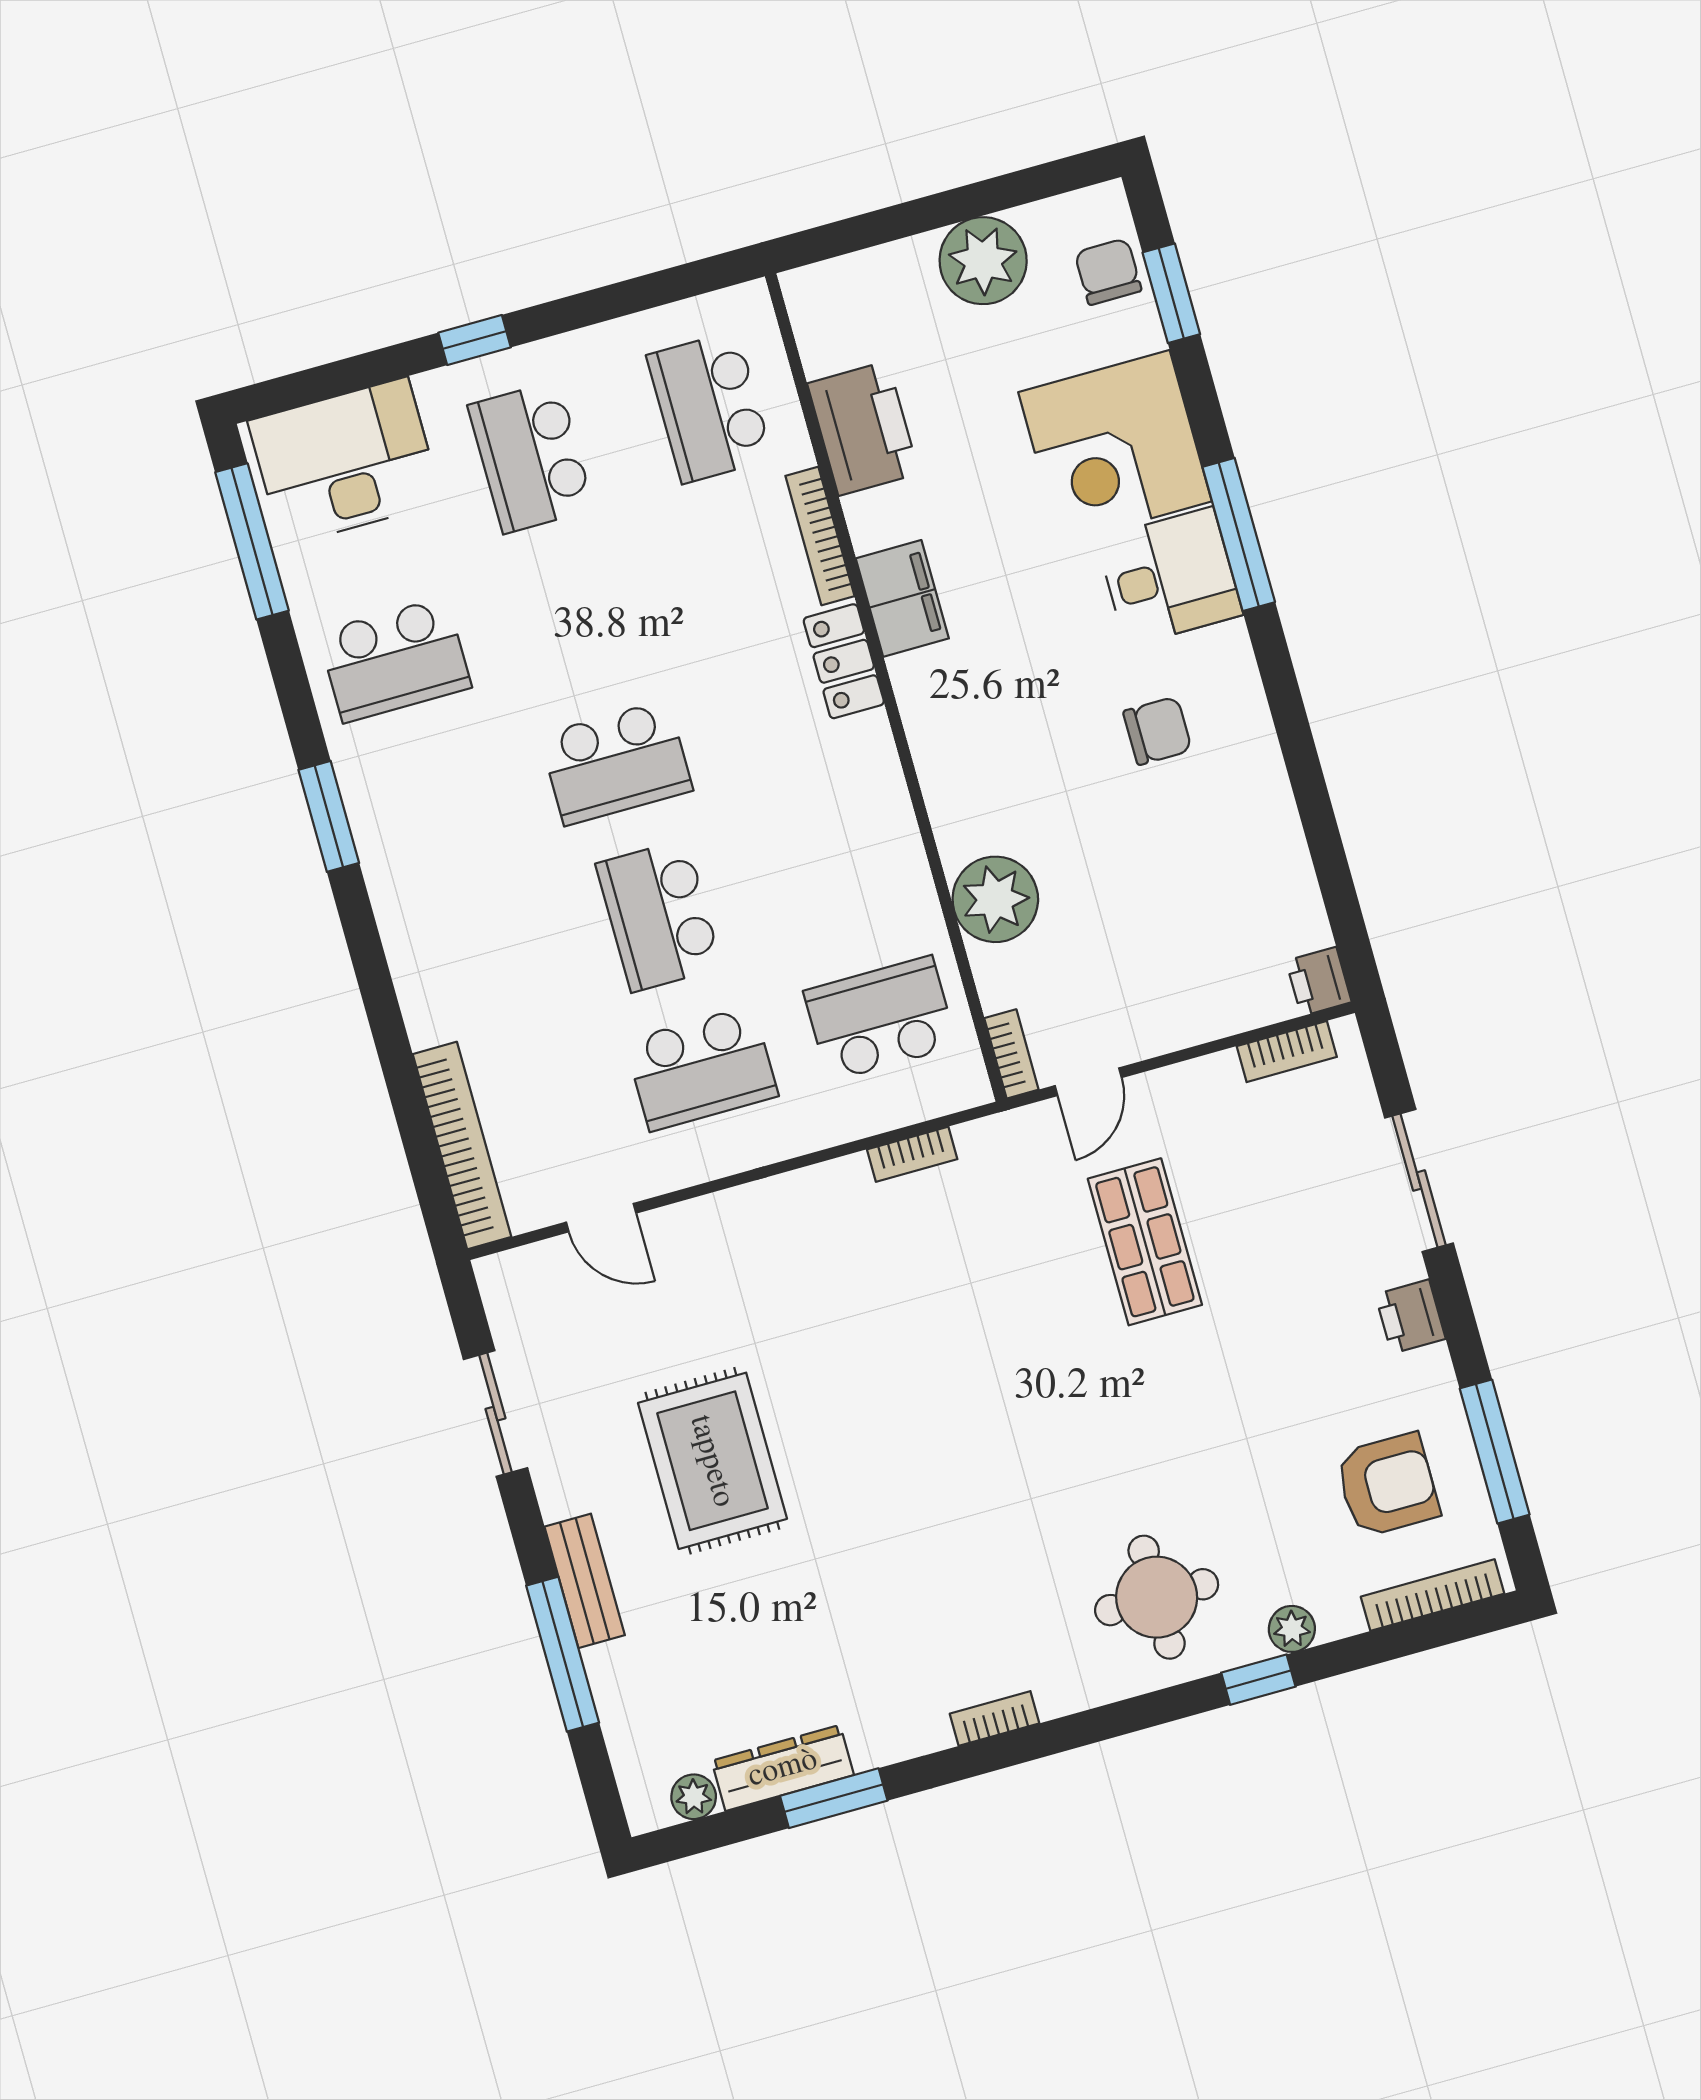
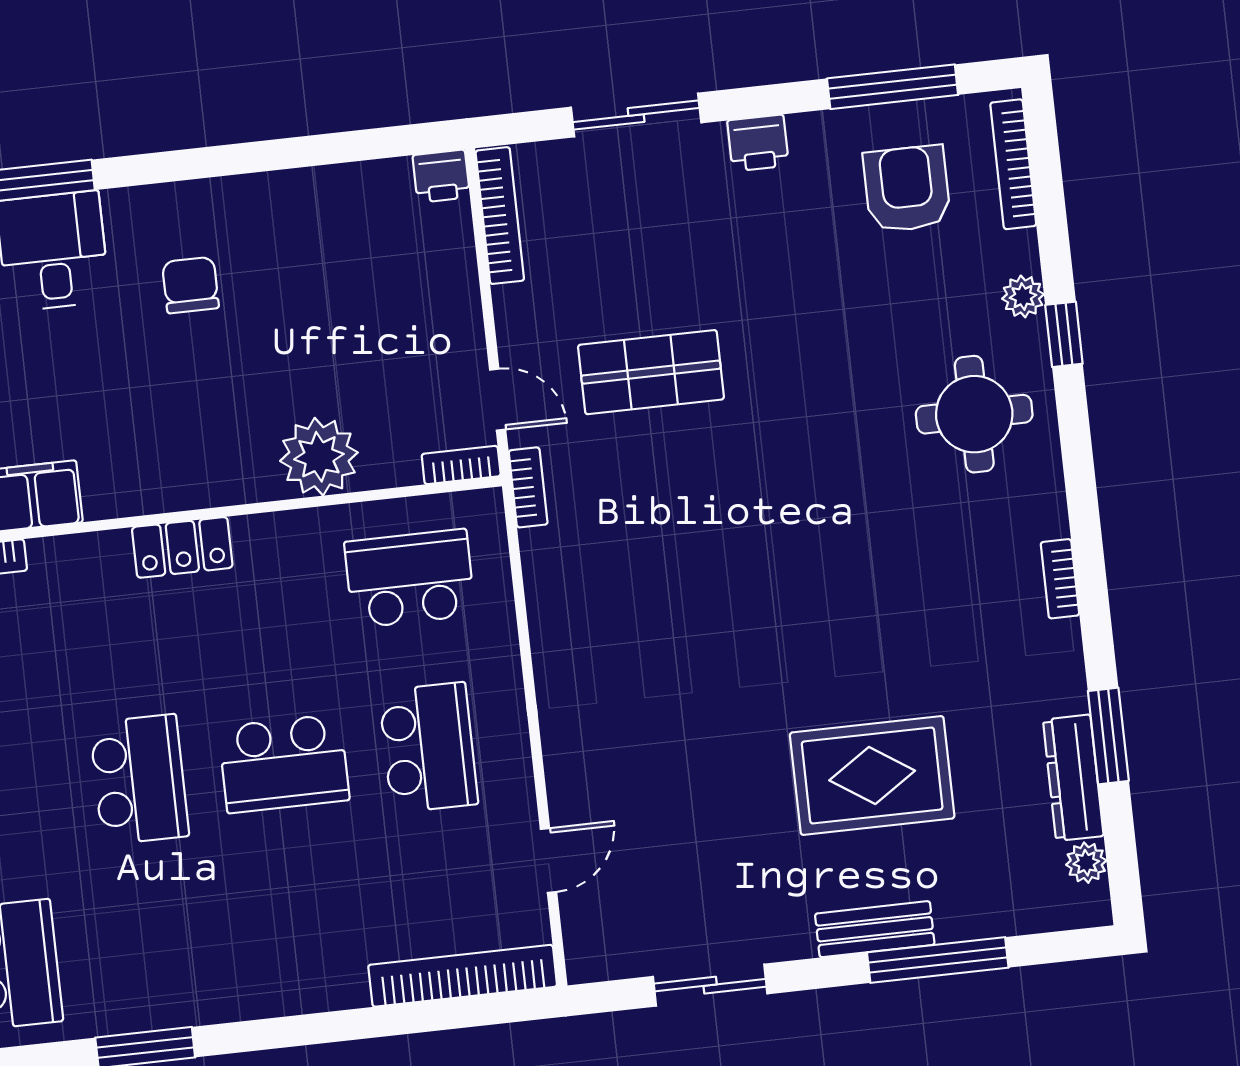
locker: (844, 661) -> (182, 547), moved
school desk: (880, 1019) -> (410, 578), turned 90
bookcase: (1287, 1052) -> (500, 216), width x1.56
bookcase: (912, 1154) -> (528, 487), moved
rug: (712, 1461) -> (872, 776), moved

